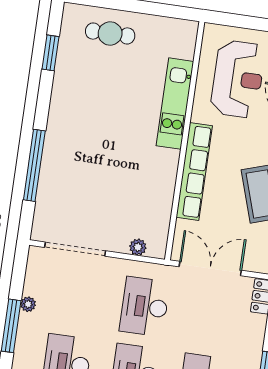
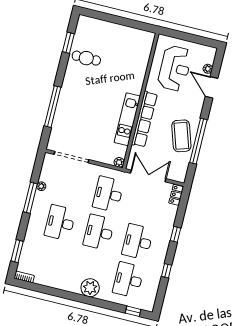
cafe table: (110, 33) -> (86, 58), moved
kitchen unit: (175, 104) -> (127, 119), moved
plant: (138, 247) -> (119, 162), moved

